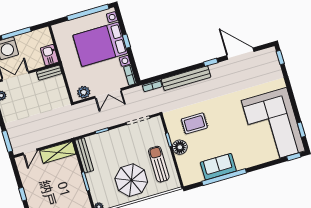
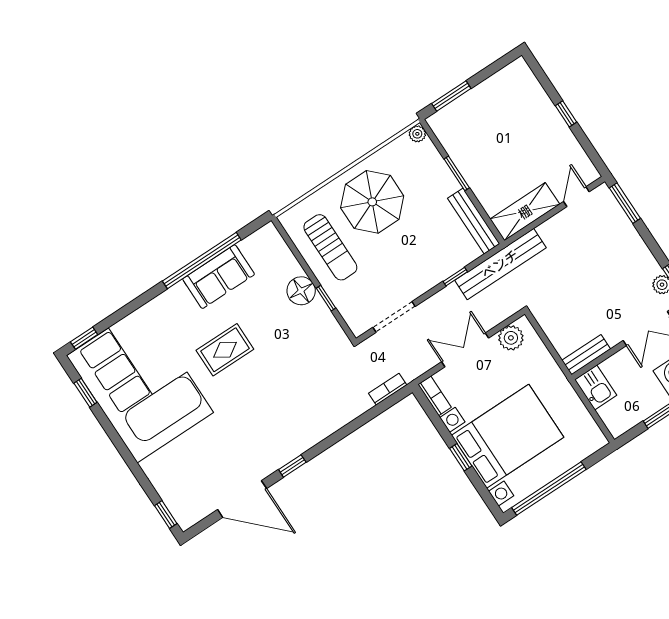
bench: (186, 78) -> (500, 264), moved
rug: (194, 123) -> (225, 350), moved

